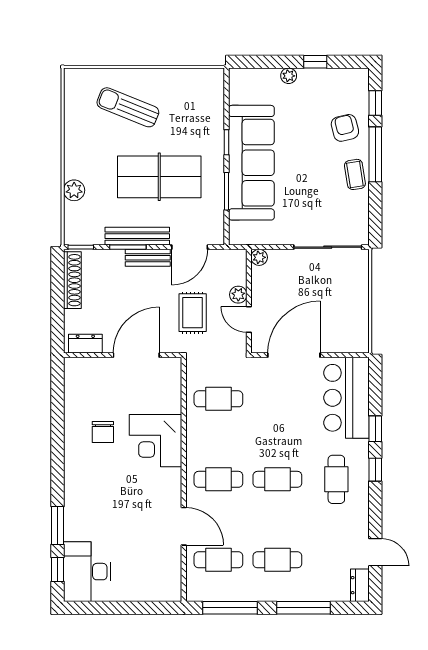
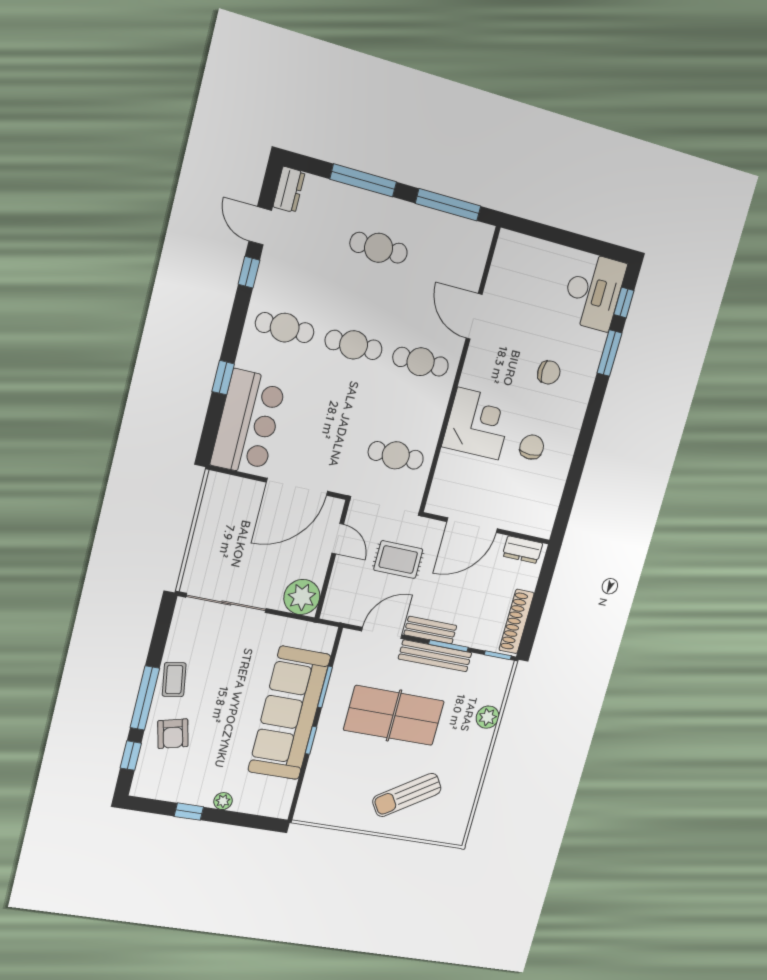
sun lounger: (128, 107) -> (407, 795), turned 125
plant: (259, 257) -> (302, 597), width x1.88, depth x1.88
plant: (238, 295) -> (342, 569), removed
rug: (193, 313) -> (398, 560), turned 90
window: (375, 470) -> (249, 272), moved
cafe table: (336, 479) -> (285, 328), turned 90
chair: (106, 497) -> (549, 372), added
cafe table: (218, 560) -> (446, 266), removed

